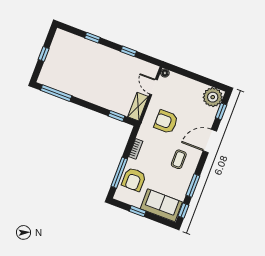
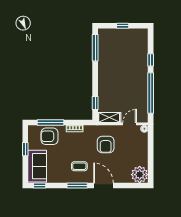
window: (128, 51) -> (151, 93), width x3.17
window: (221, 111) -> (131, 186), removed
armchair: (166, 122) -> (106, 144), turned 180
window: (193, 185) -> (77, 186), moved

